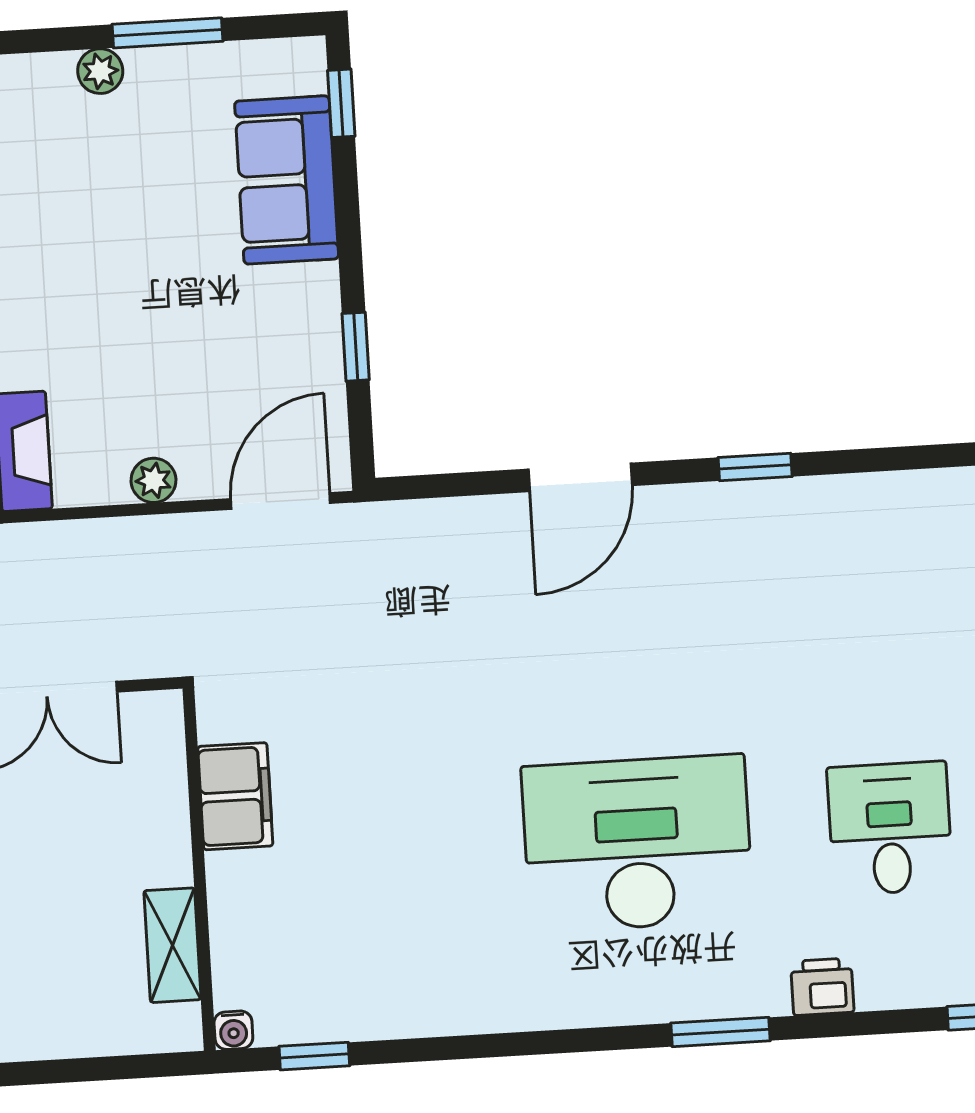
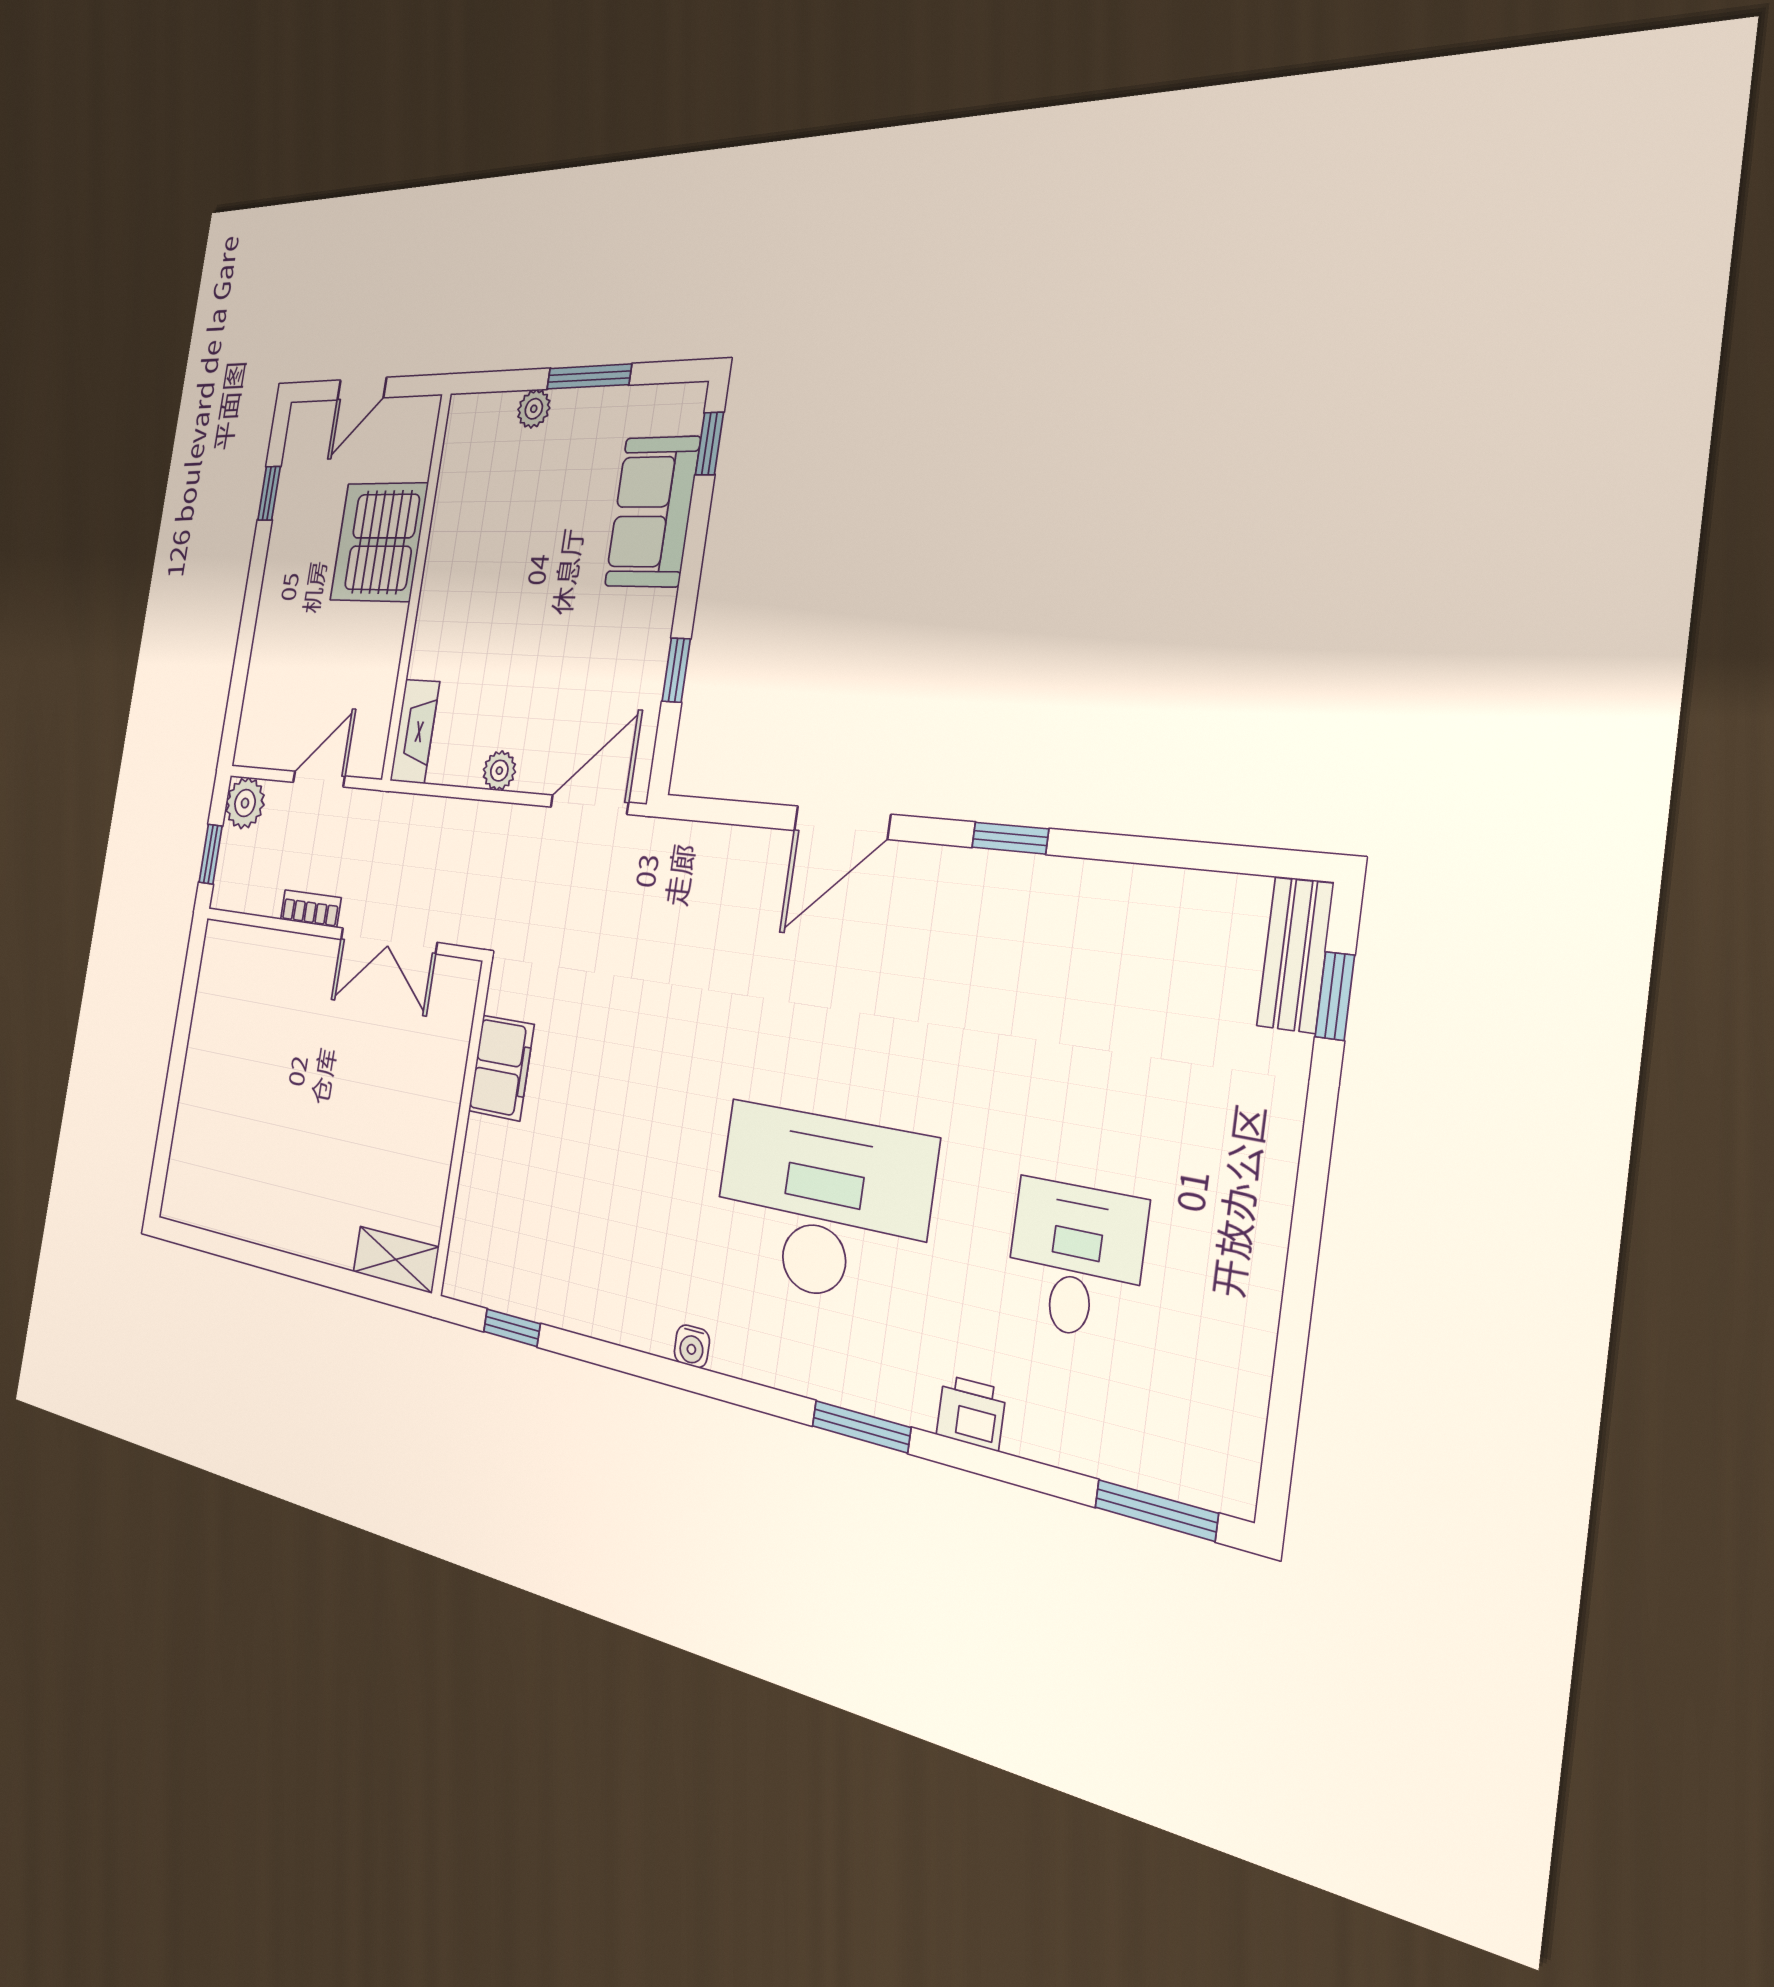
shelving: (172, 945) -> (396, 1259), moved, turned 90
water cooler: (233, 1030) -> (692, 1346), moved

